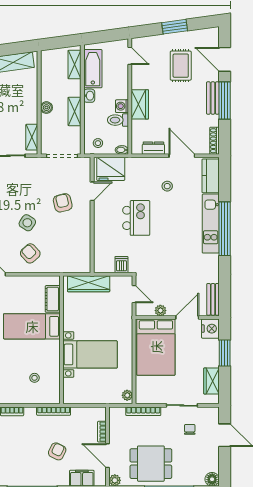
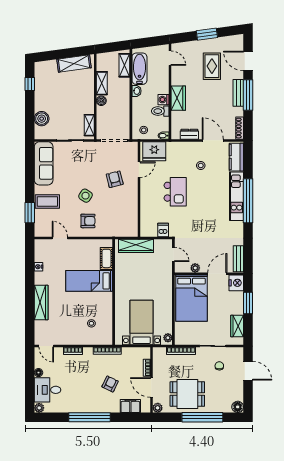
shelving: (75, 111) -> (102, 83), moved
armchair: (30, 253) -> (88, 221), turned 132
bed with nightstands: (90, 354) -> (142, 323), moved, turned -90

